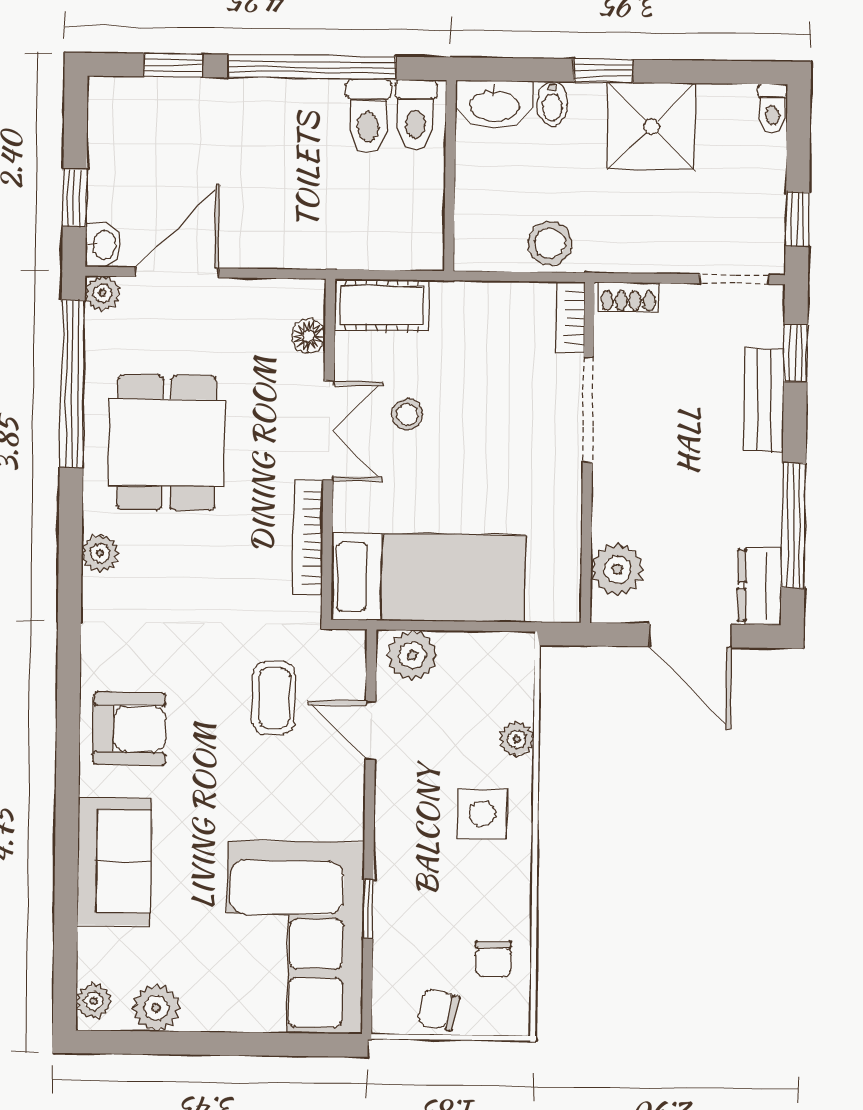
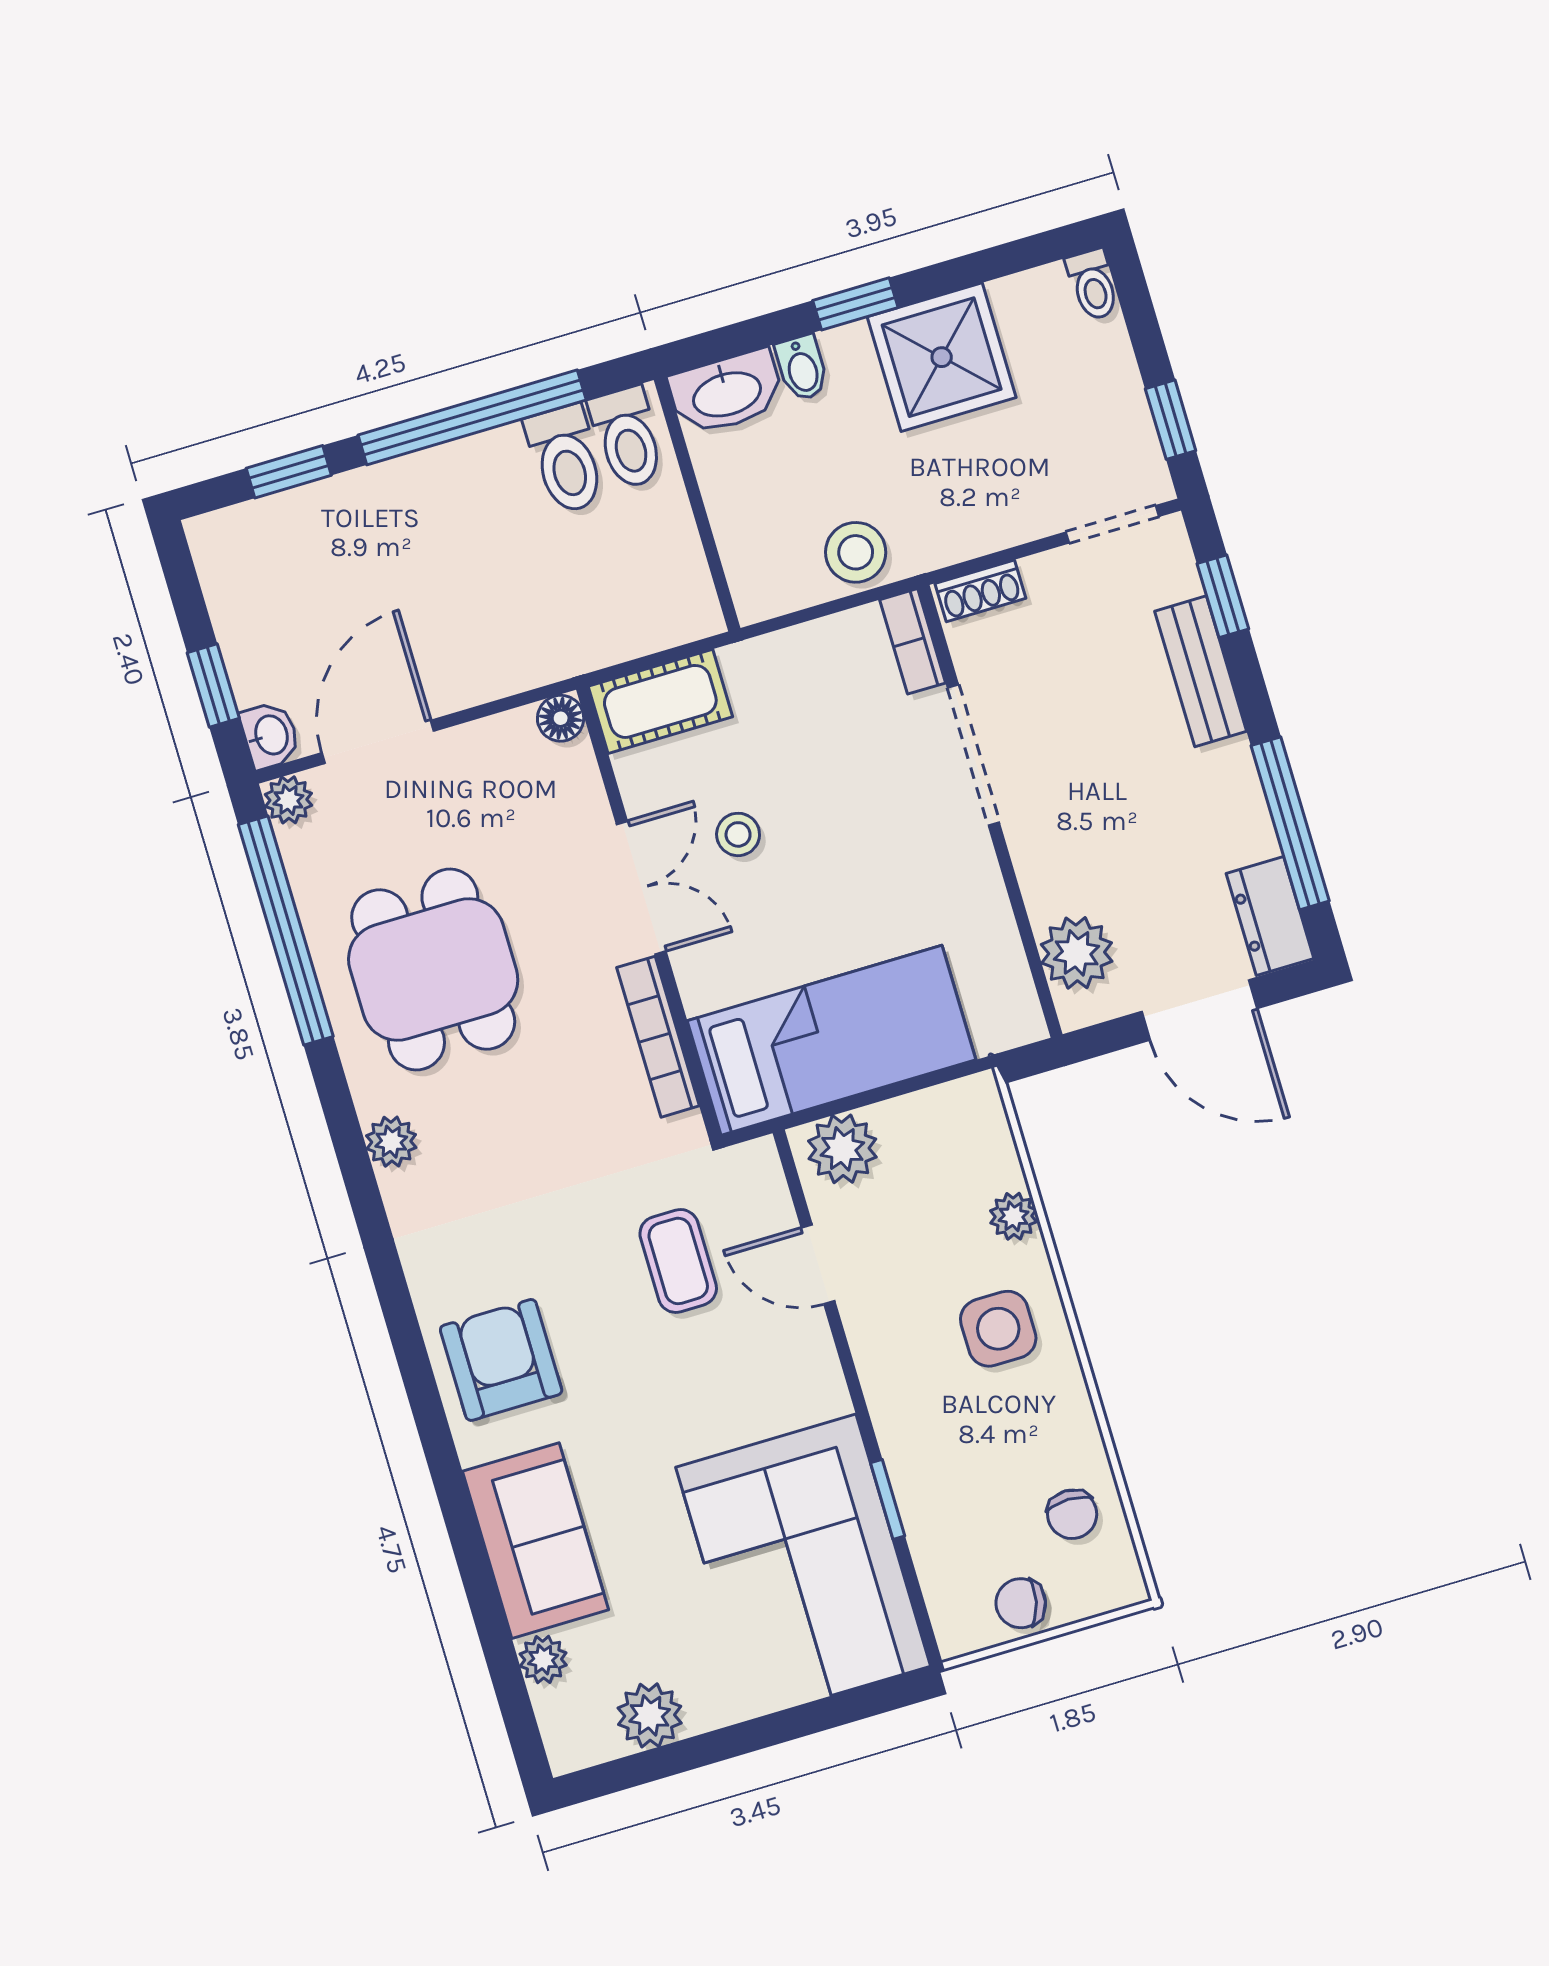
floor lamp: (308, 336) -> (561, 718), moved
armchair: (129, 729) -> (501, 1360), turned -90
plant: (94, 1001) -> (543, 1660), moved

